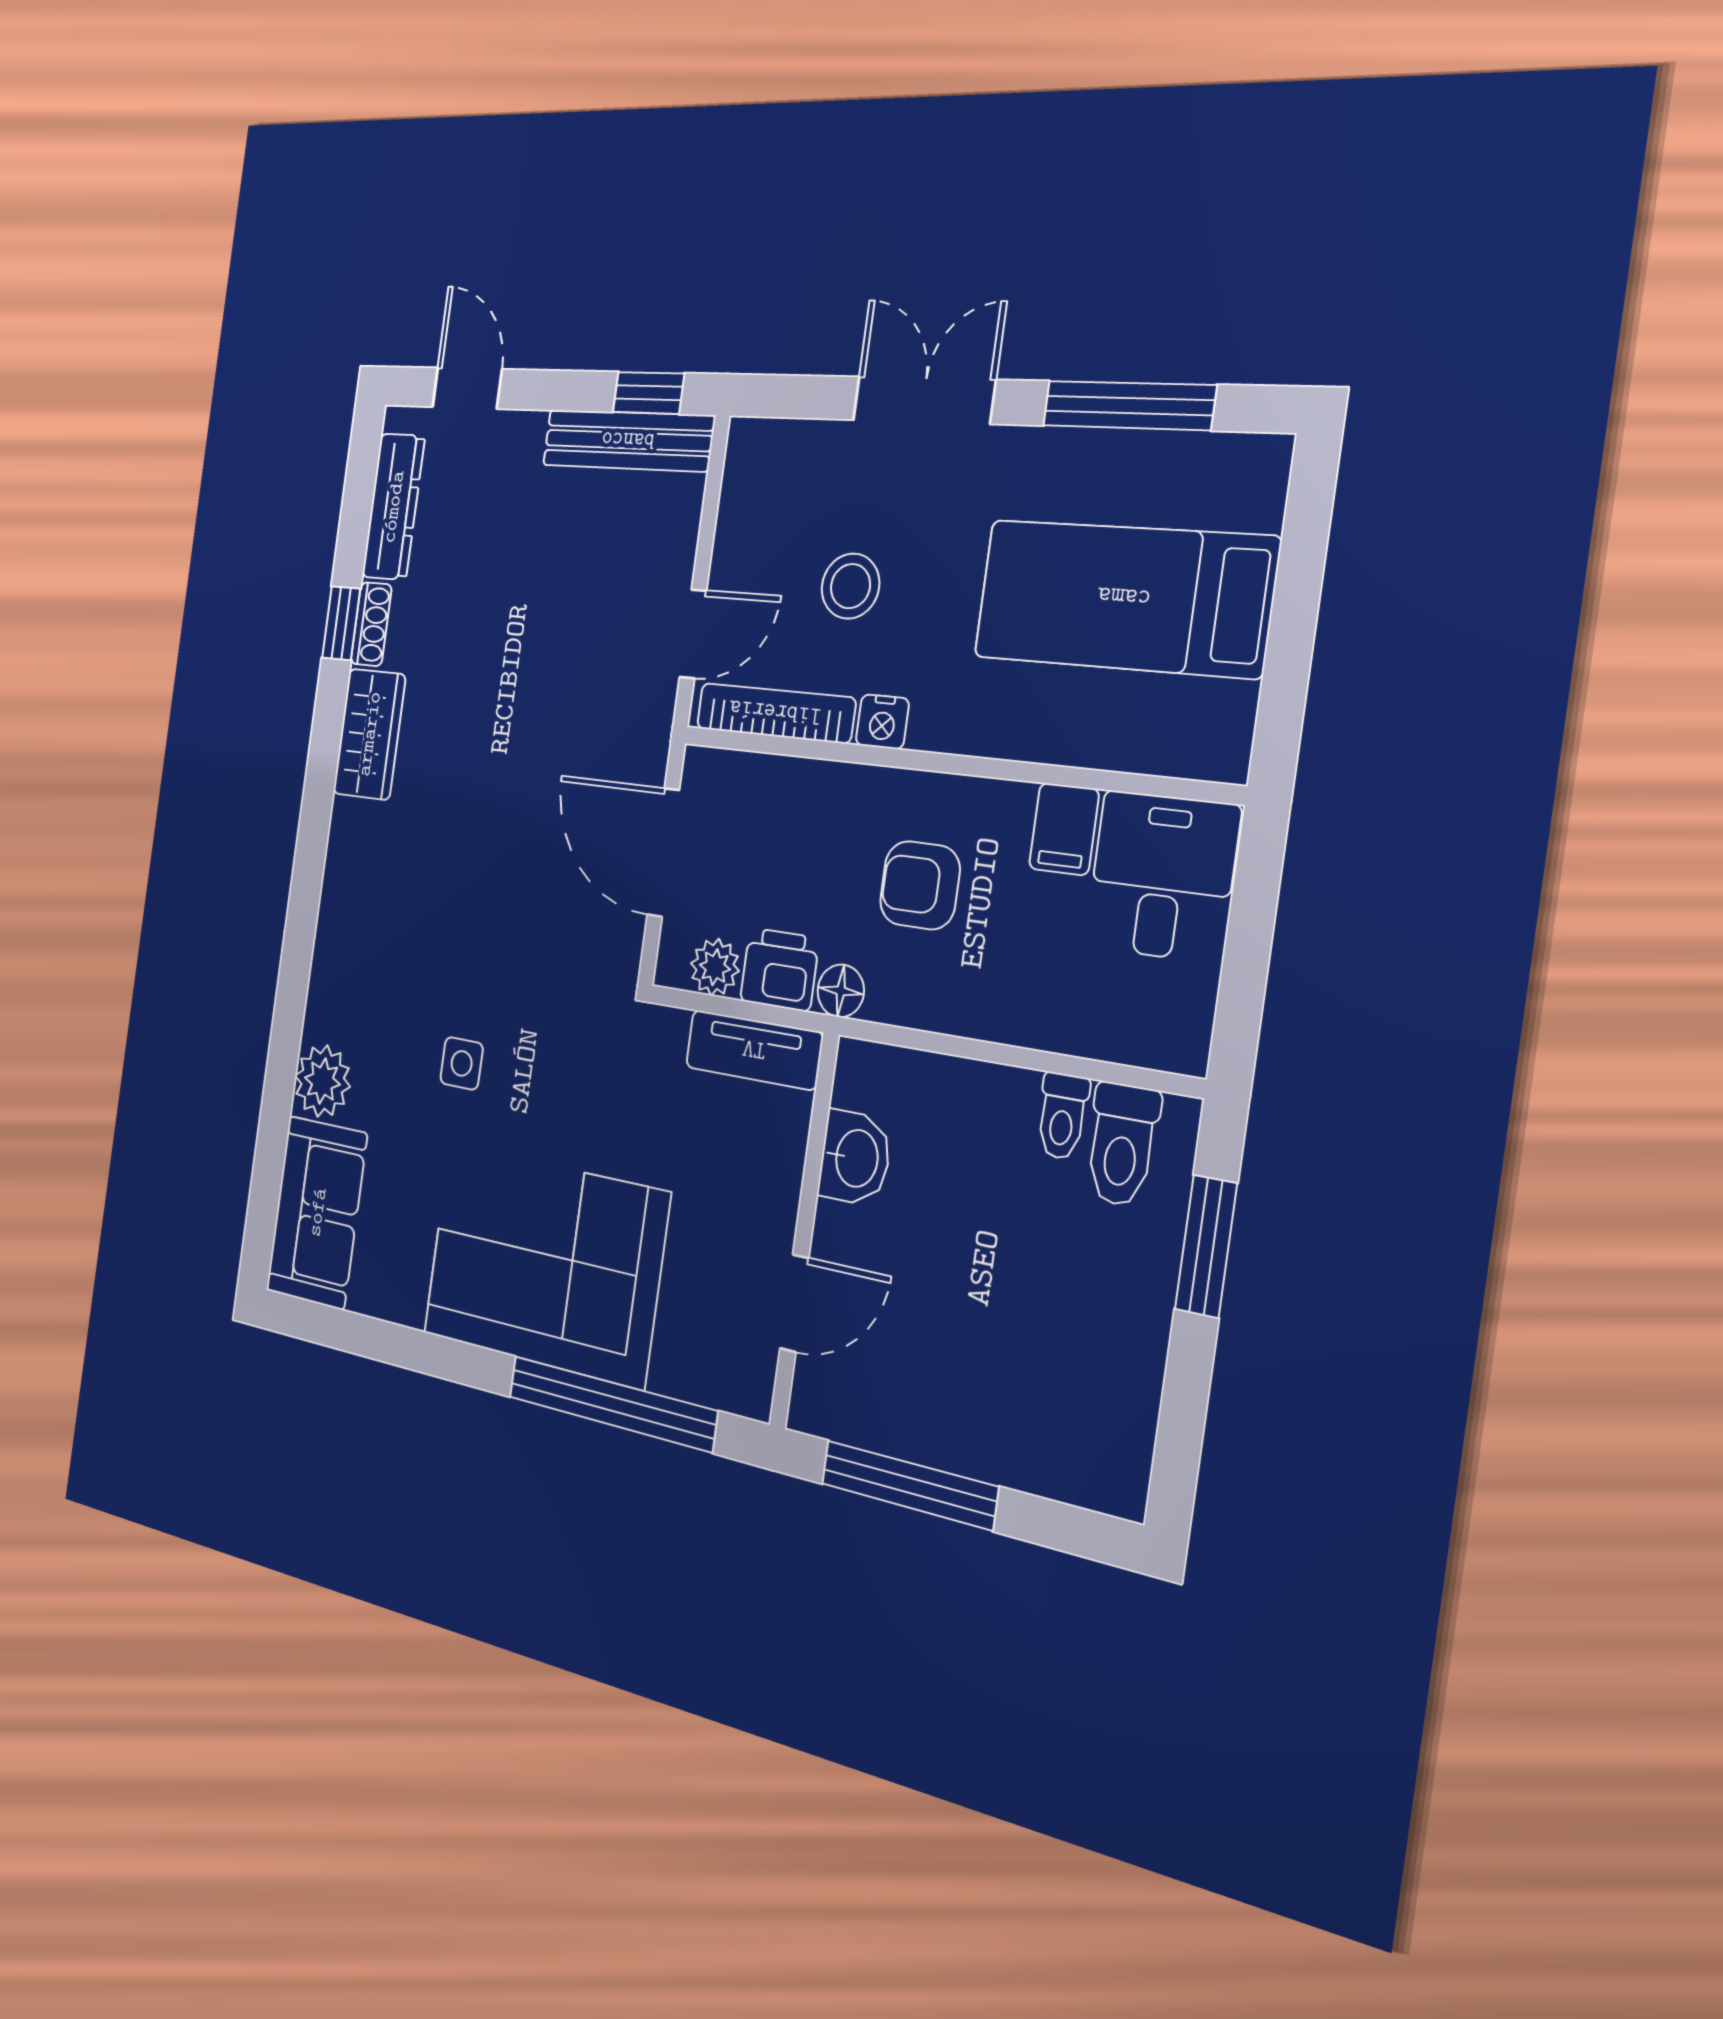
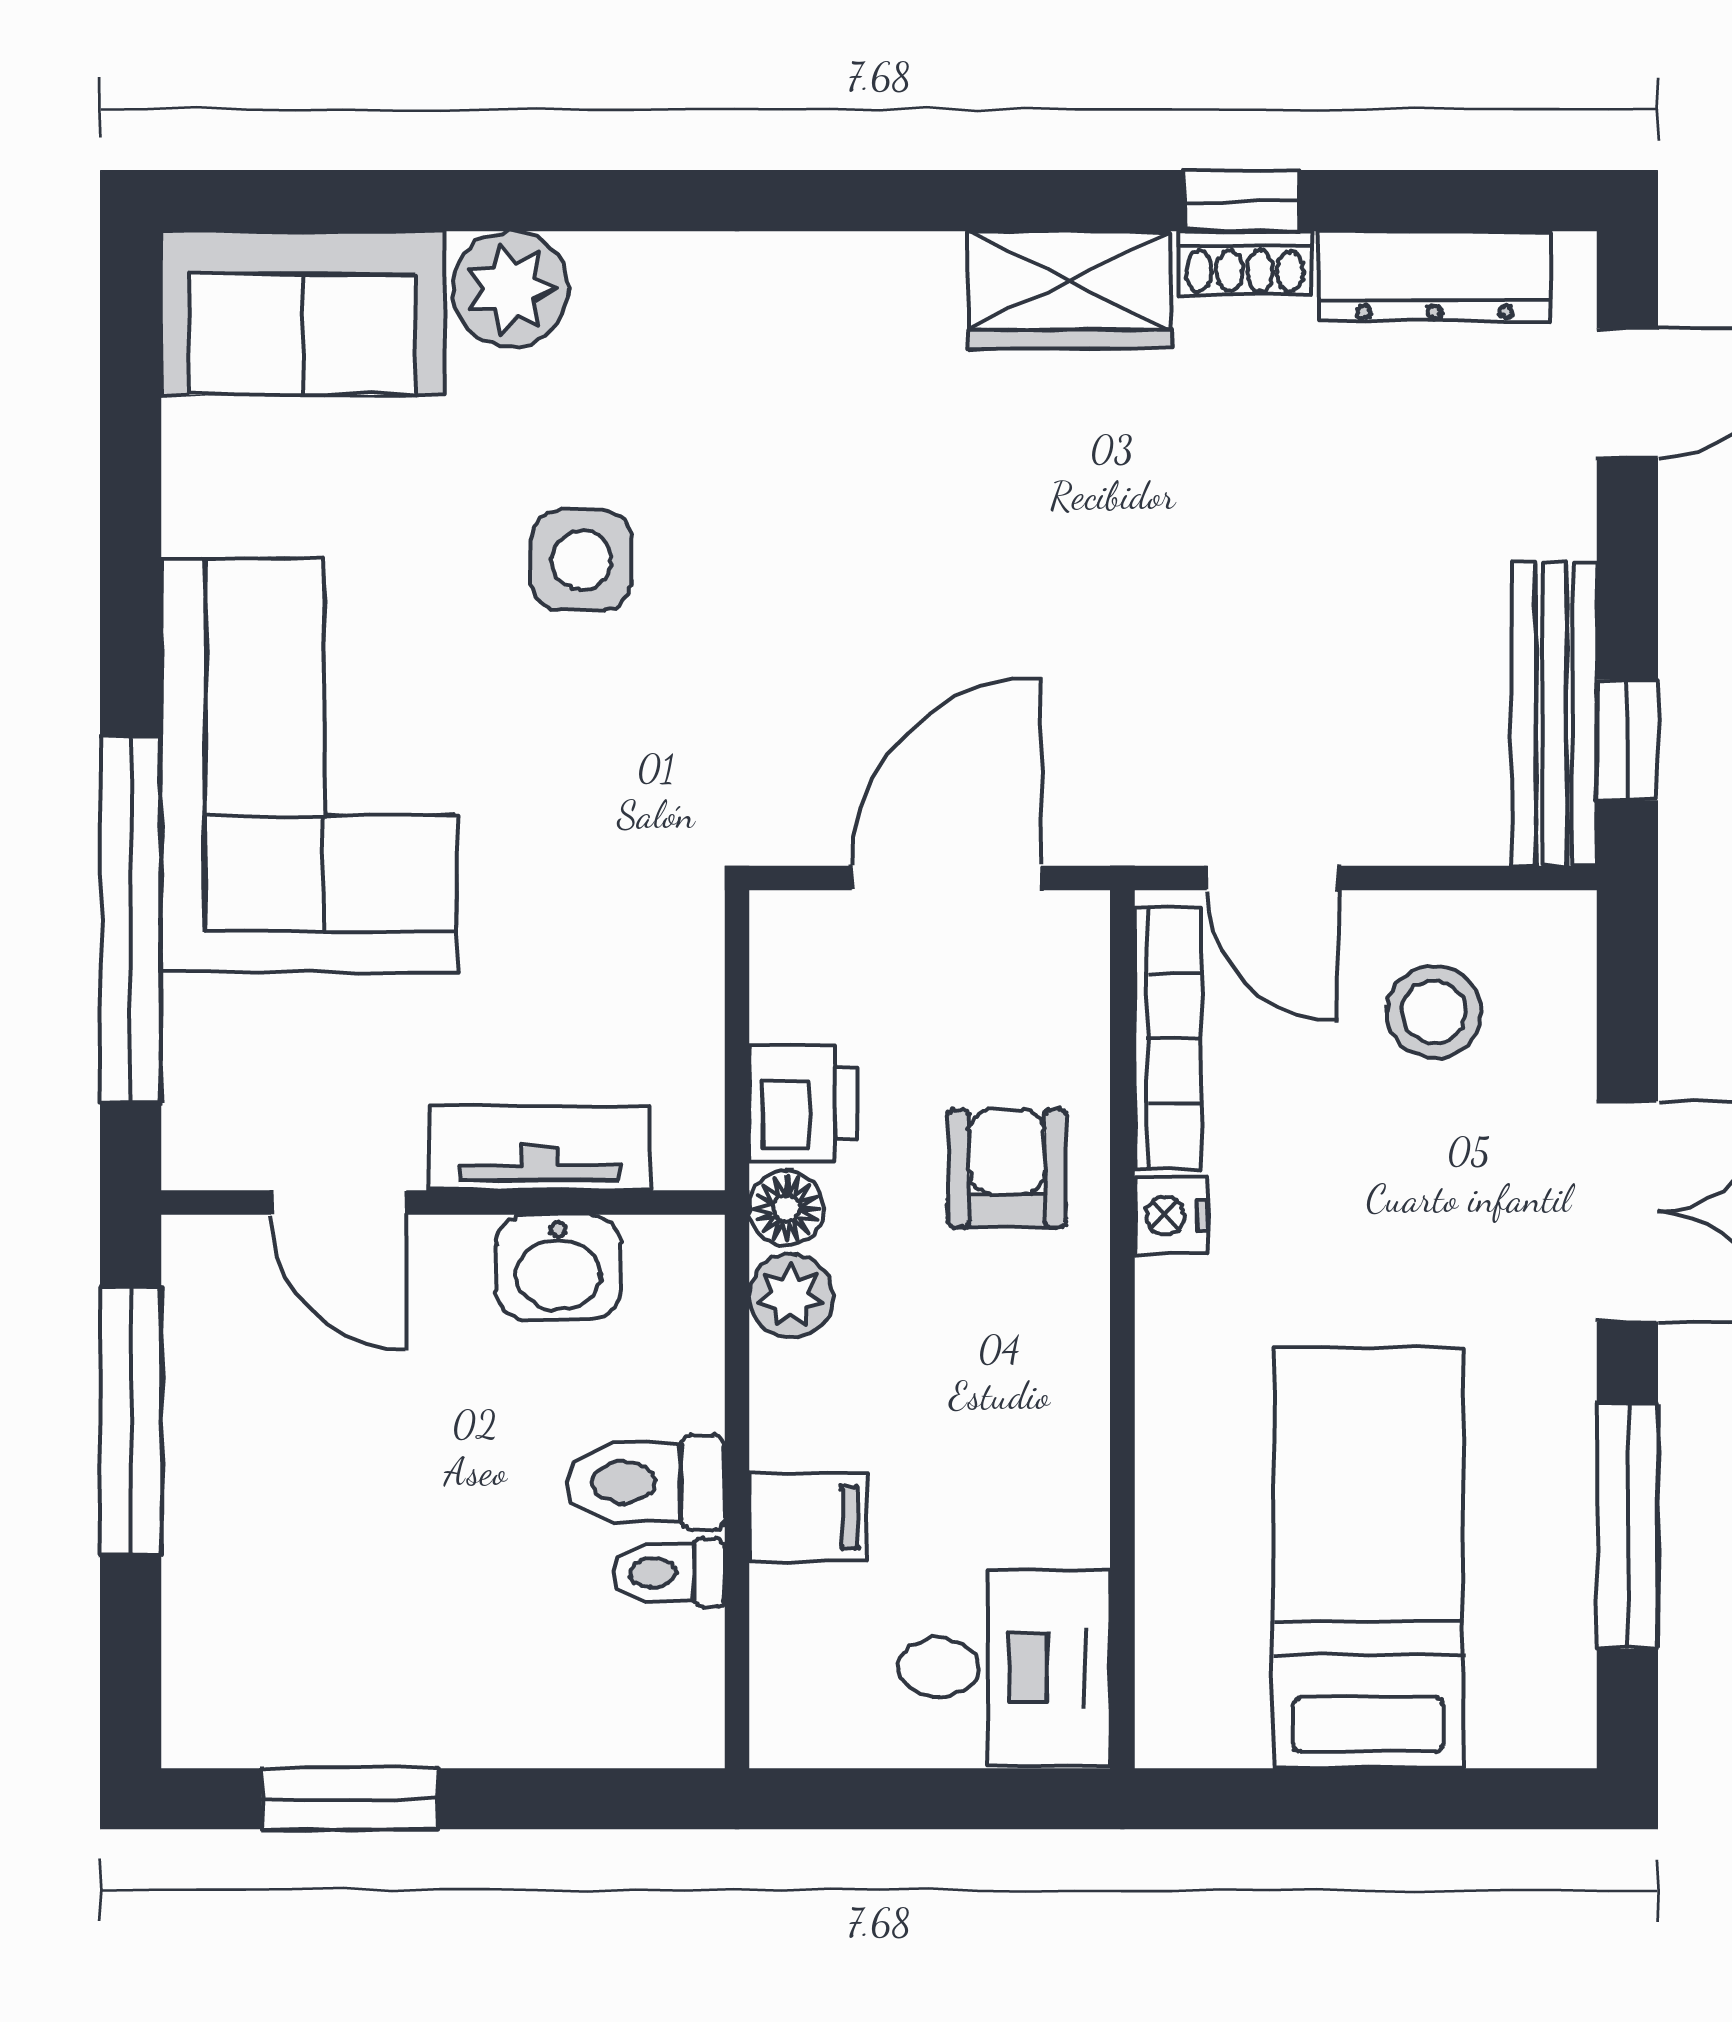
stool: (850, 586) -> (1434, 1012), moved
filing cabinet: (1064, 829) -> (808, 1517), moved, turned 180
armchair: (920, 885) -> (1007, 1168), moved
plant: (715, 967) -> (791, 1296), moved
tv unit: (754, 1050) -> (539, 1148), moved, turned 90
side table: (462, 1063) -> (581, 560), width x1.37, depth x1.37
toilet: (1122, 1145) -> (646, 1482), moved
window: (1206, 1246) -> (350, 1799), moved

